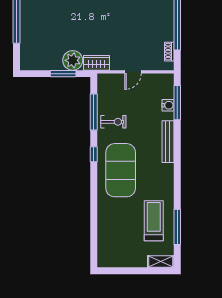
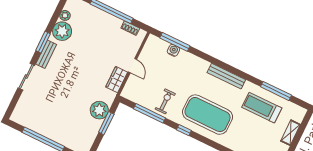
wardrobe: (96, 63) -> (117, 80), moved
bench: (168, 142) -> (226, 76), moved
shelving: (161, 262) -> (291, 133), moved

